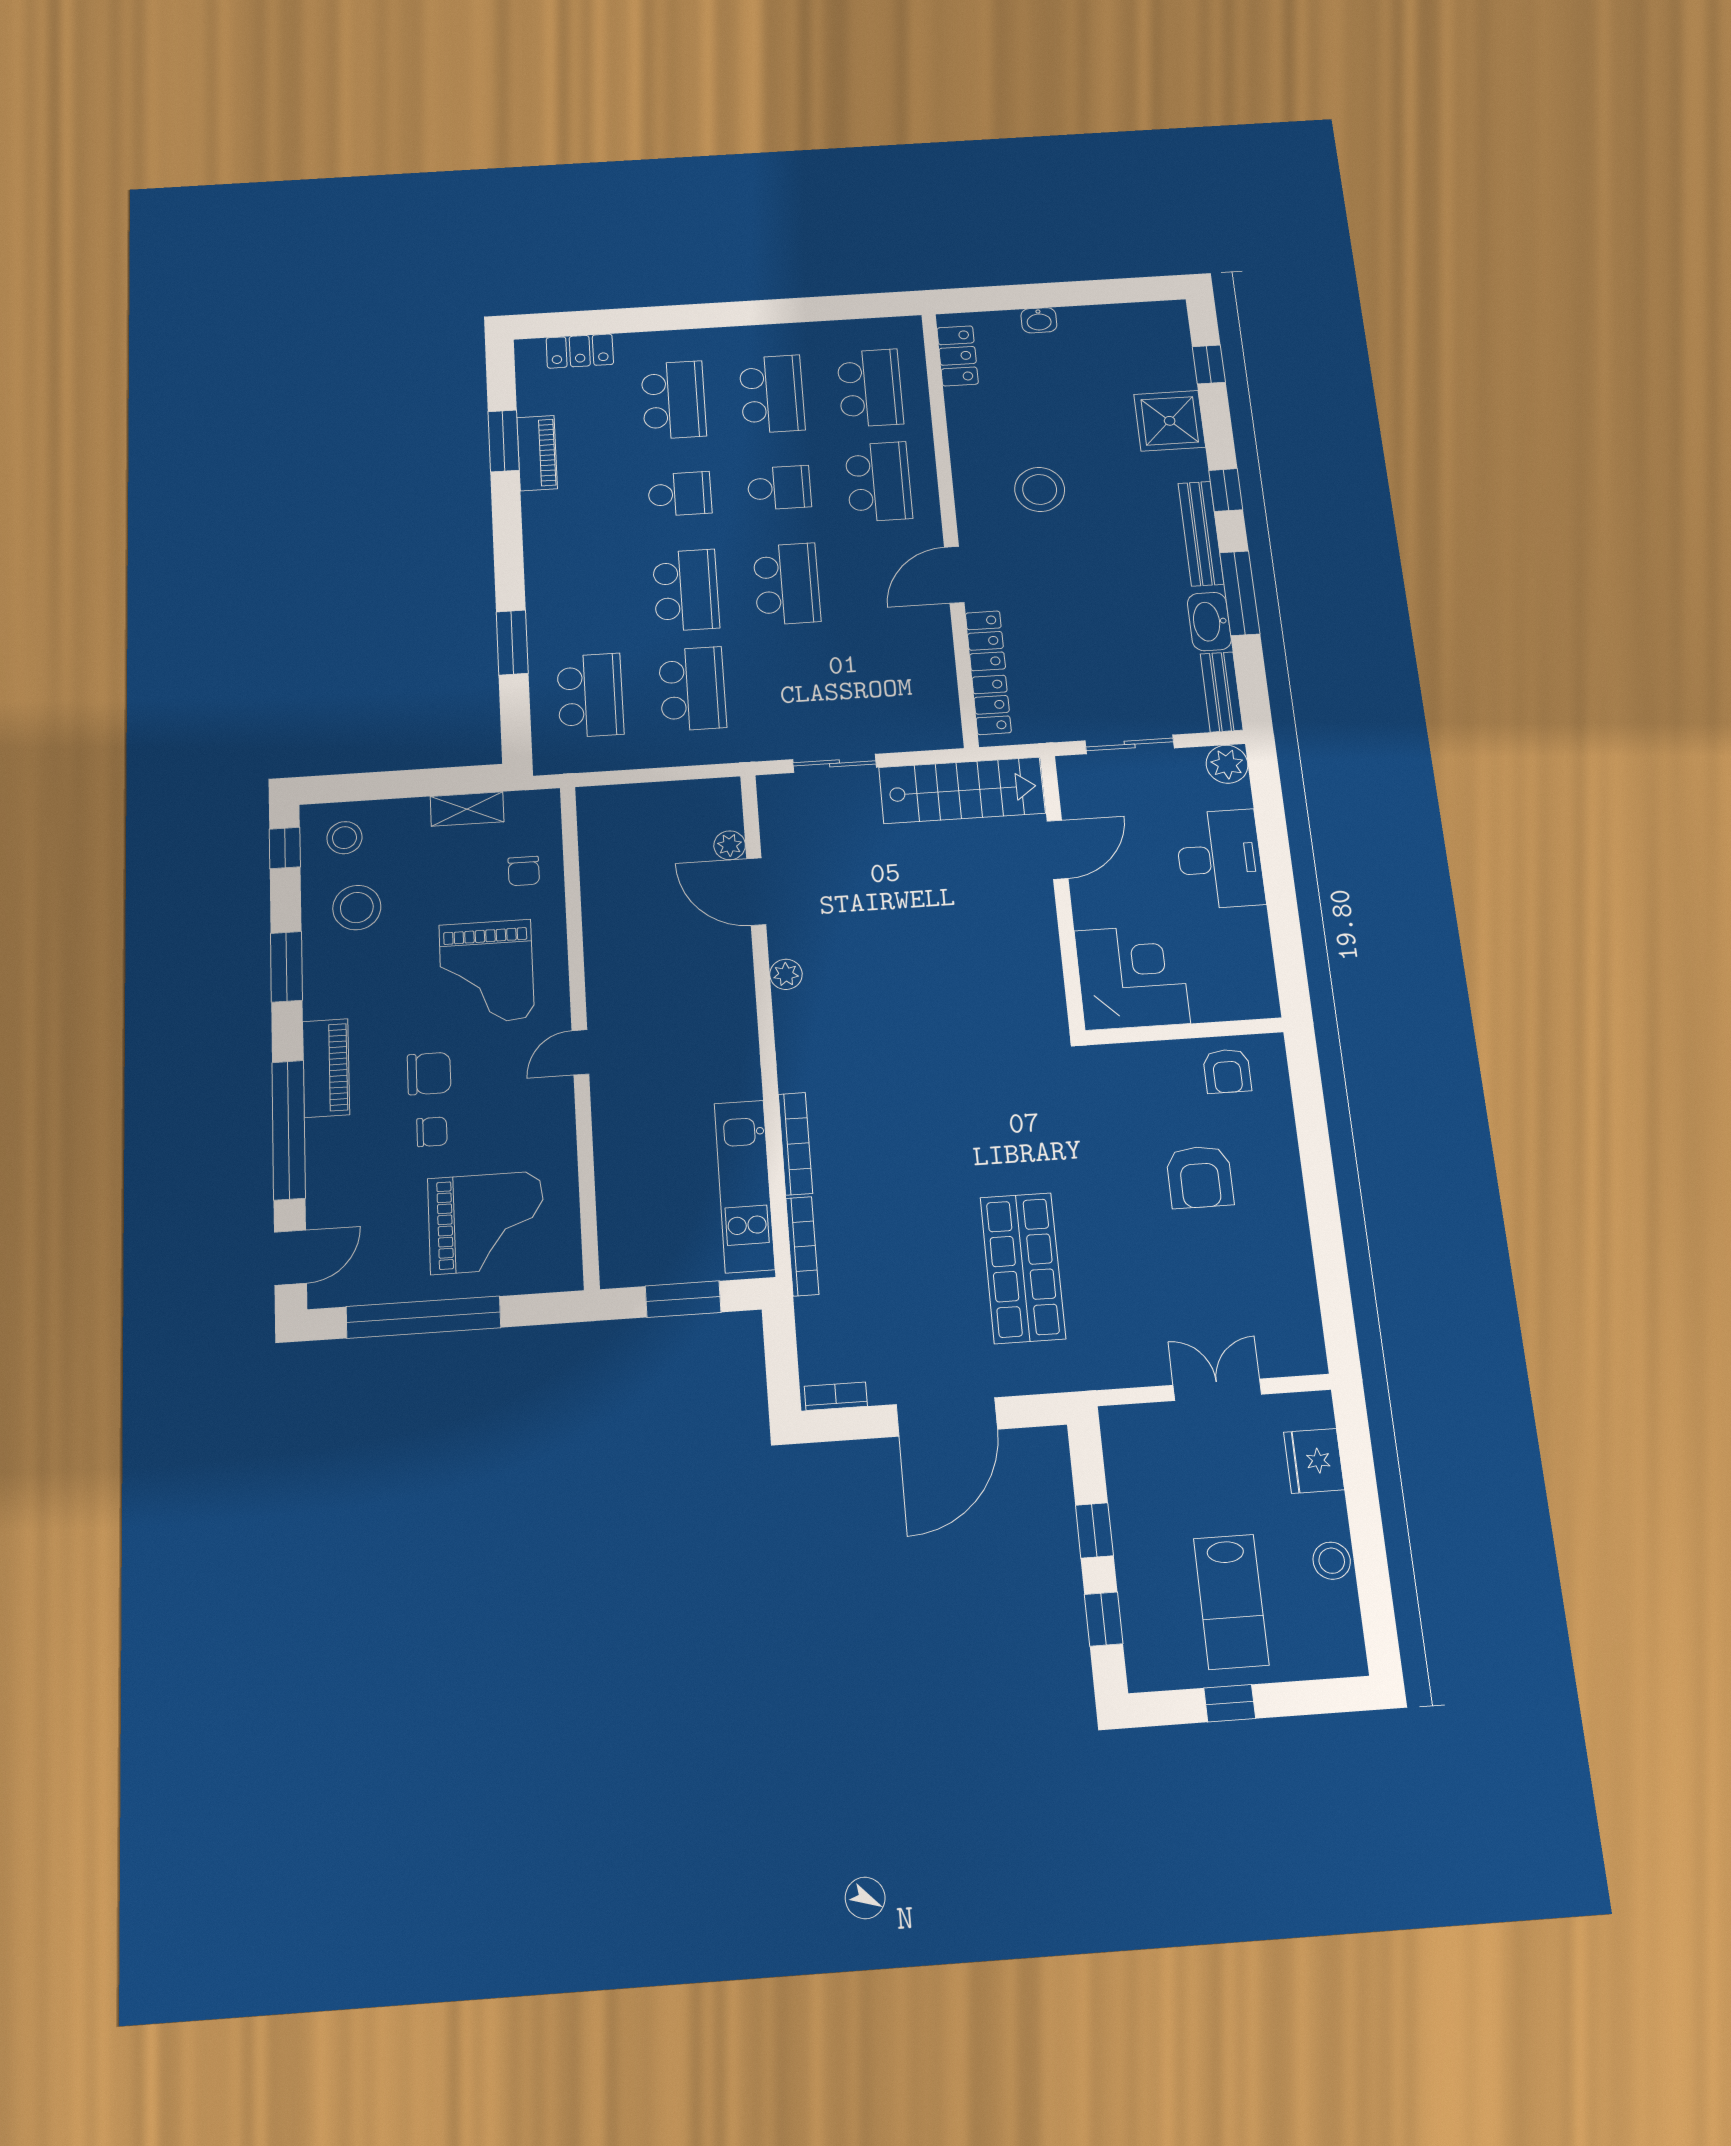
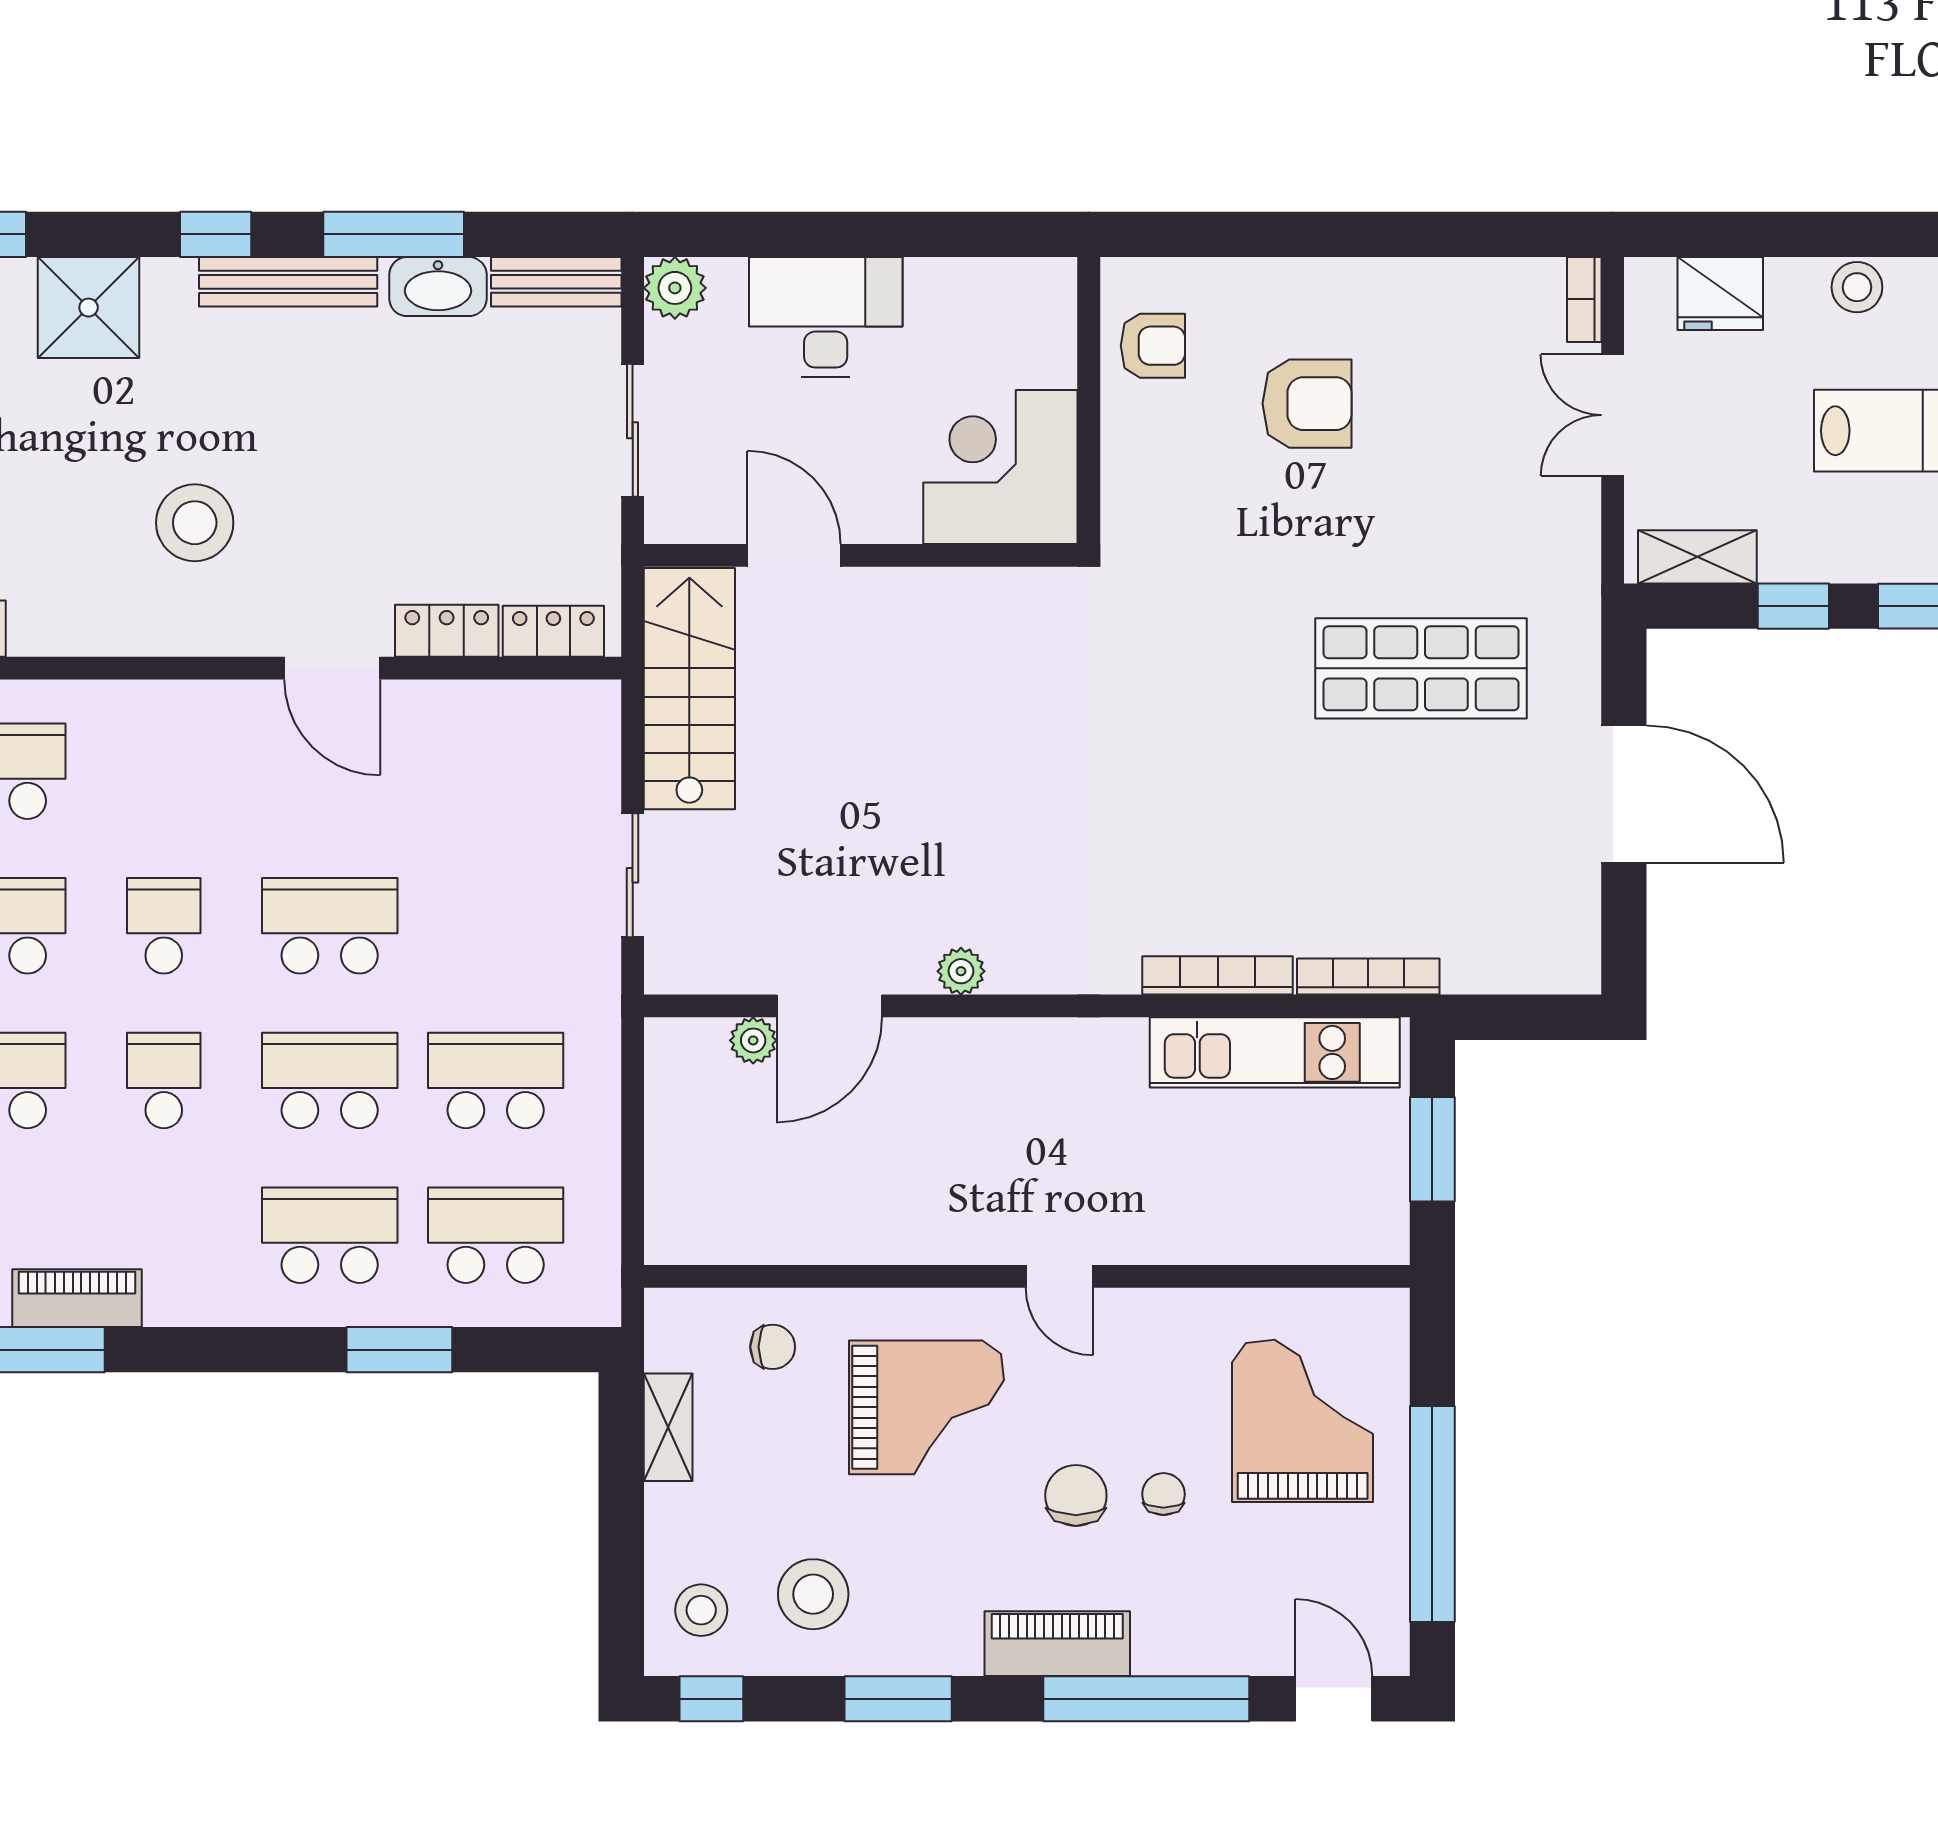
school desk: (879, 482) -> (330, 1235), moved
bookcase: (836, 1396) -> (1584, 299), moved
shelving: (1123, 1458) -> (1697, 557), added

